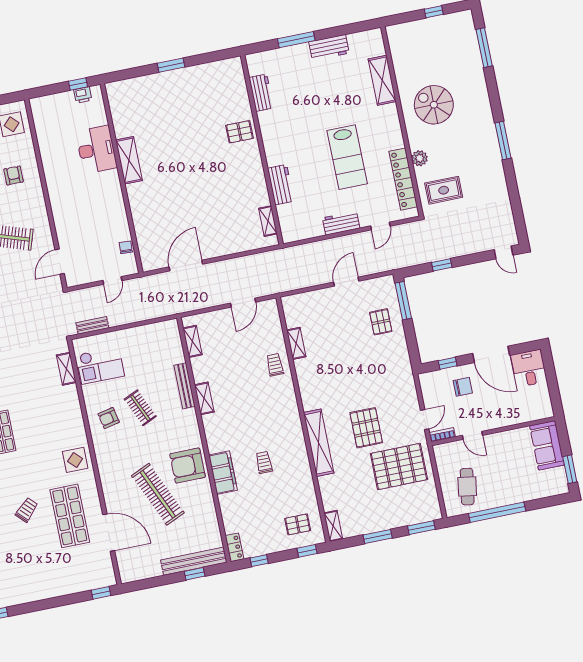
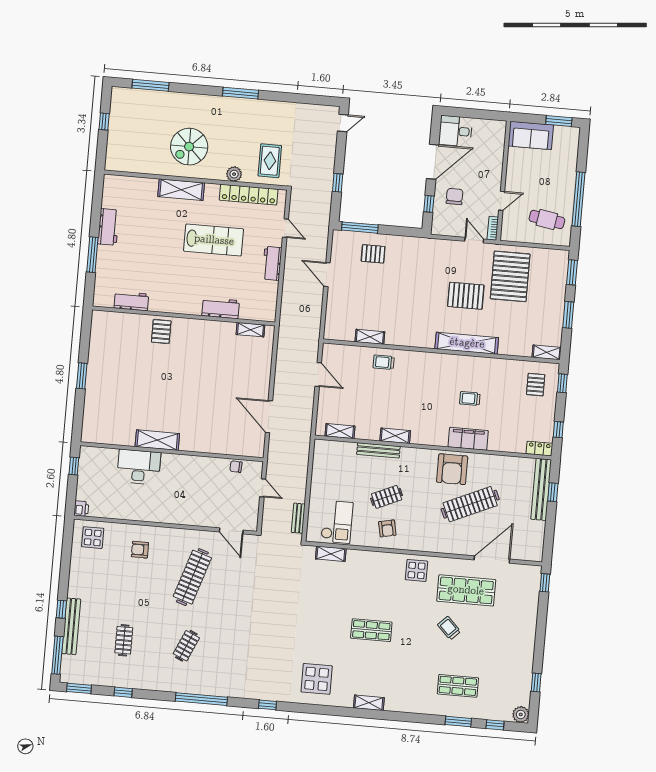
shelving: (382, 80) -> (181, 190), moved
printer: (83, 95) -> (81, 509), moved

